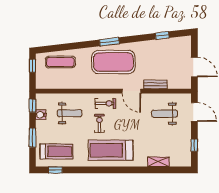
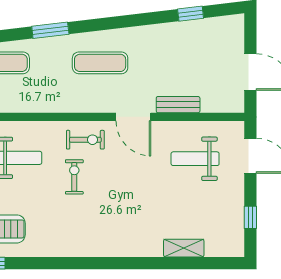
window: (109, 42) -> (50, 30), moved
exercise mat: (113, 62) -> (100, 63), width x0.50, depth x0.69
treadmill: (111, 150) -> (95, 227), removed

